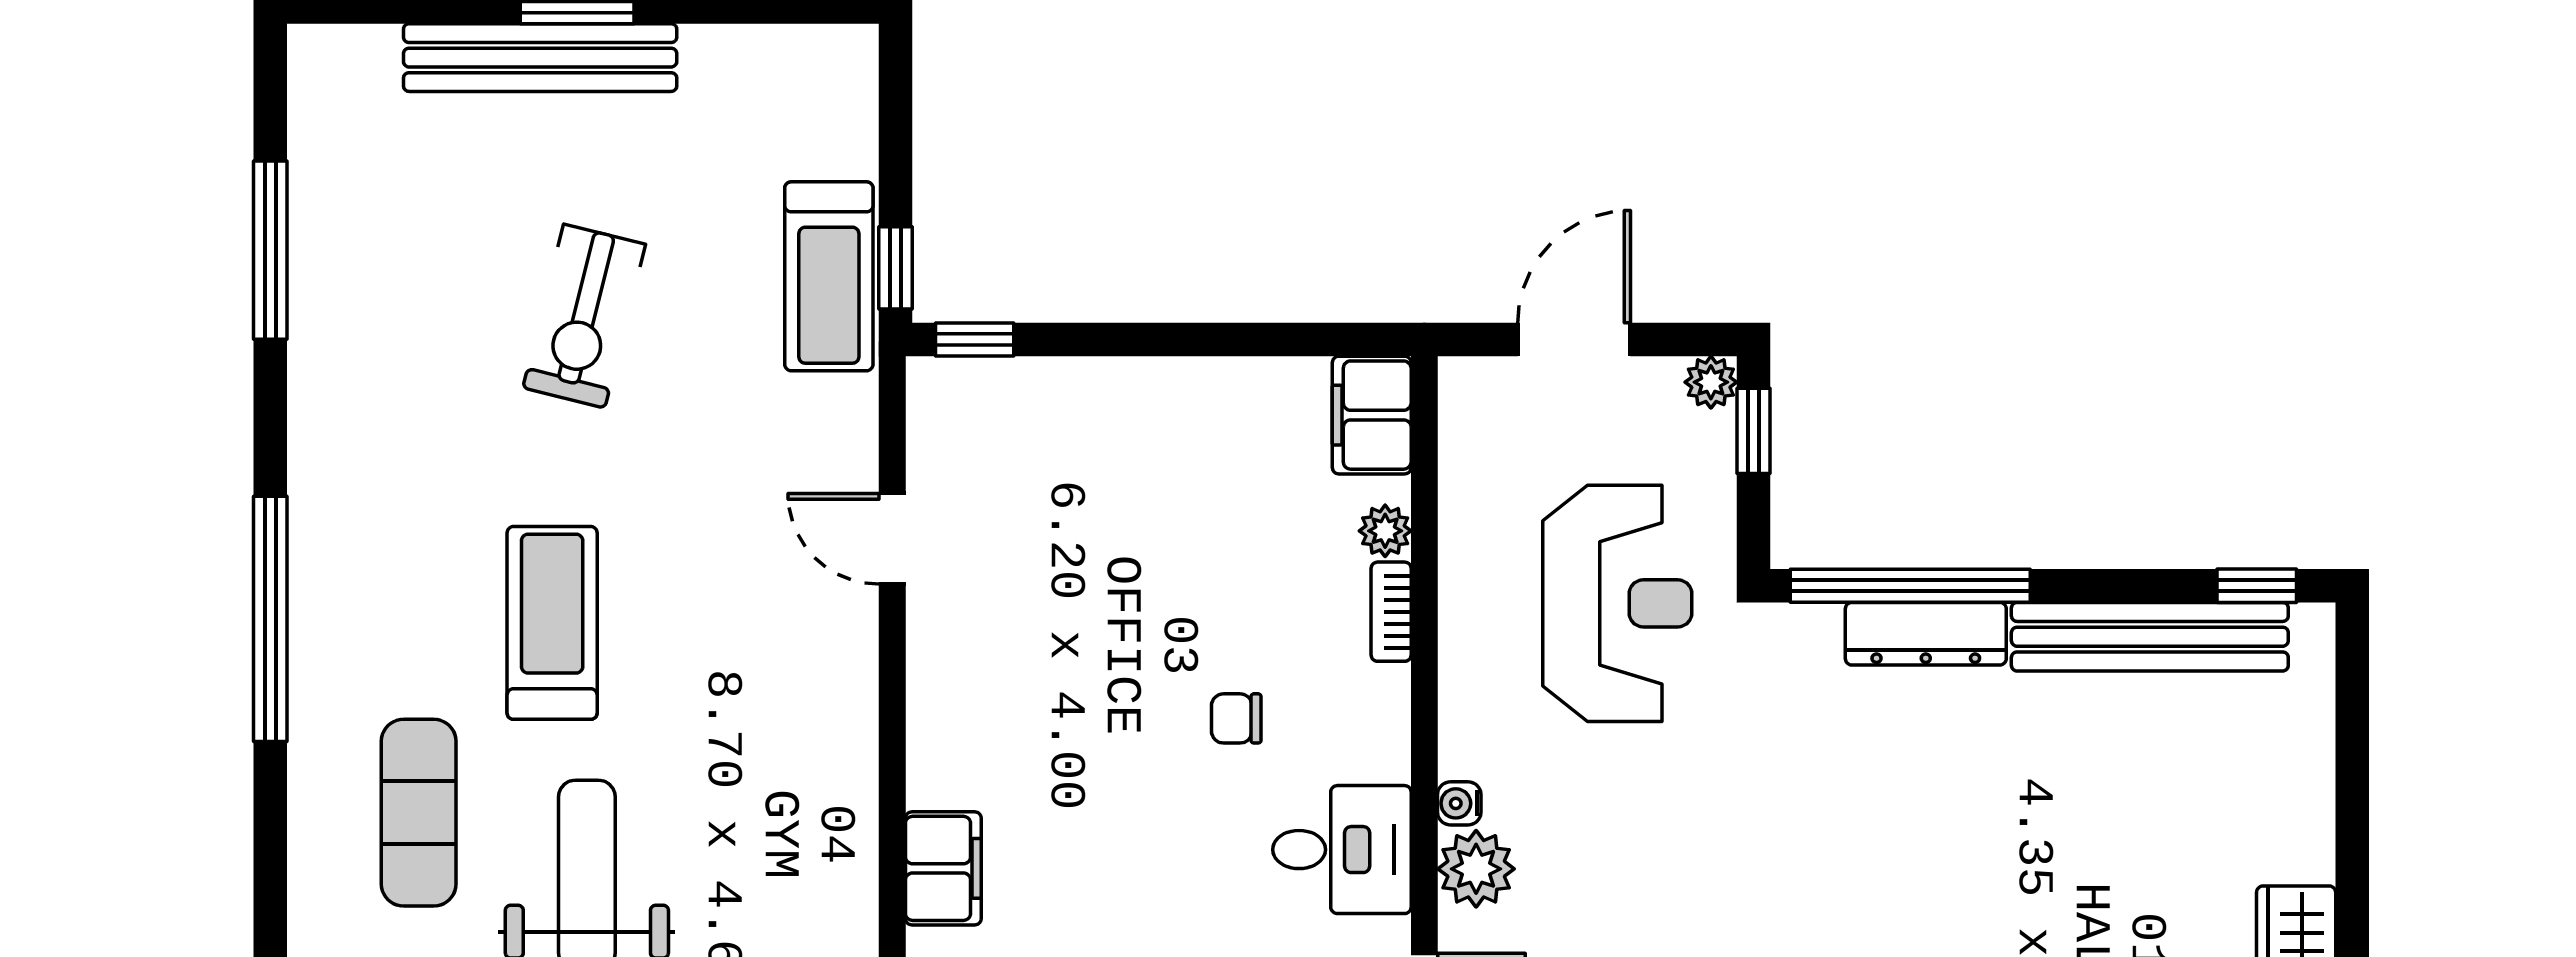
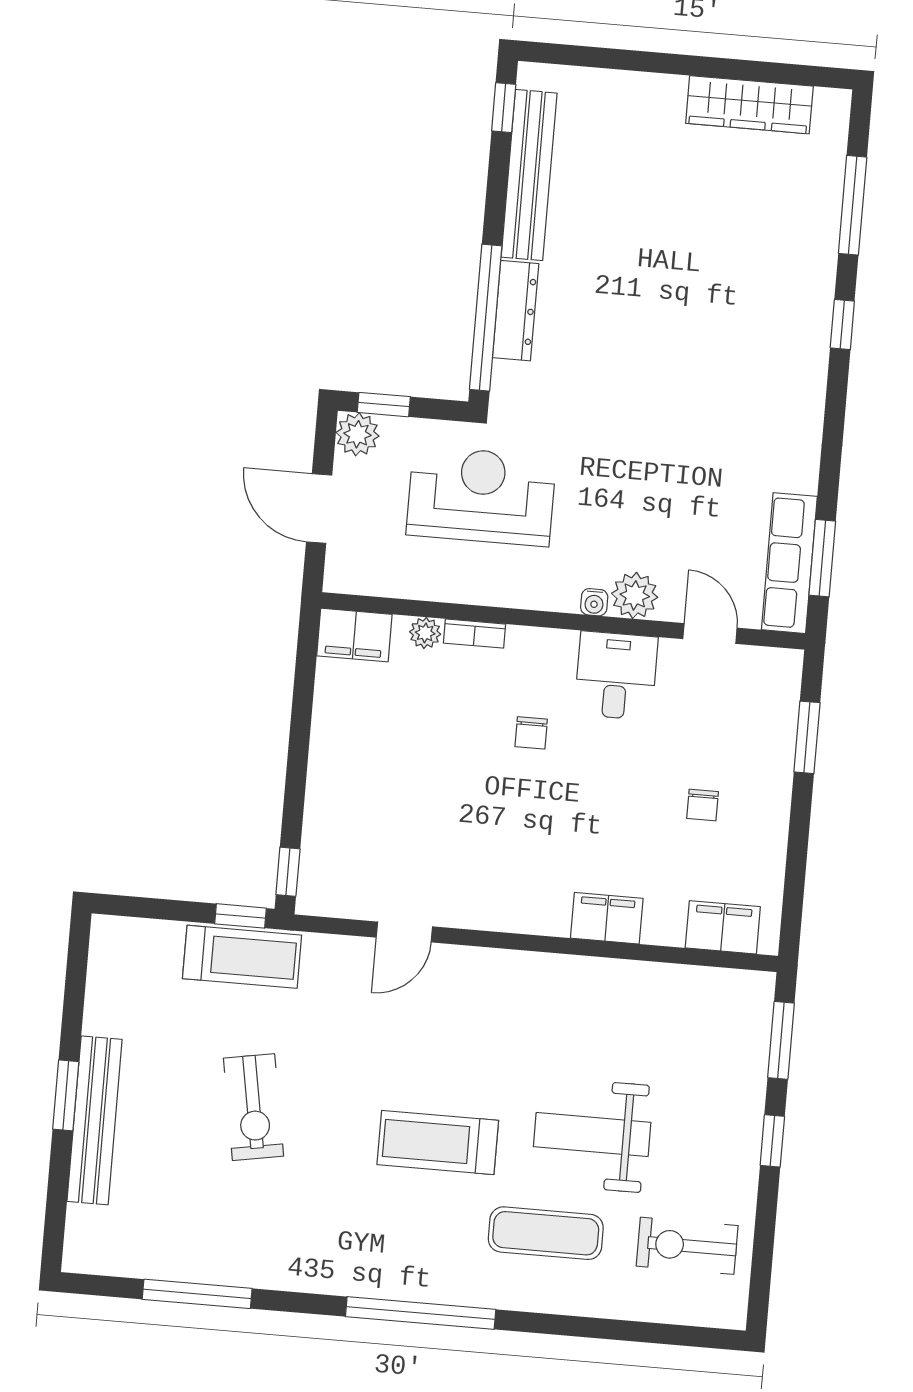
exercise bike: (584, 316) -> (253, 1107), turned 66
plant: (1711, 382) -> (357, 434), width x1.38, depth x1.38

